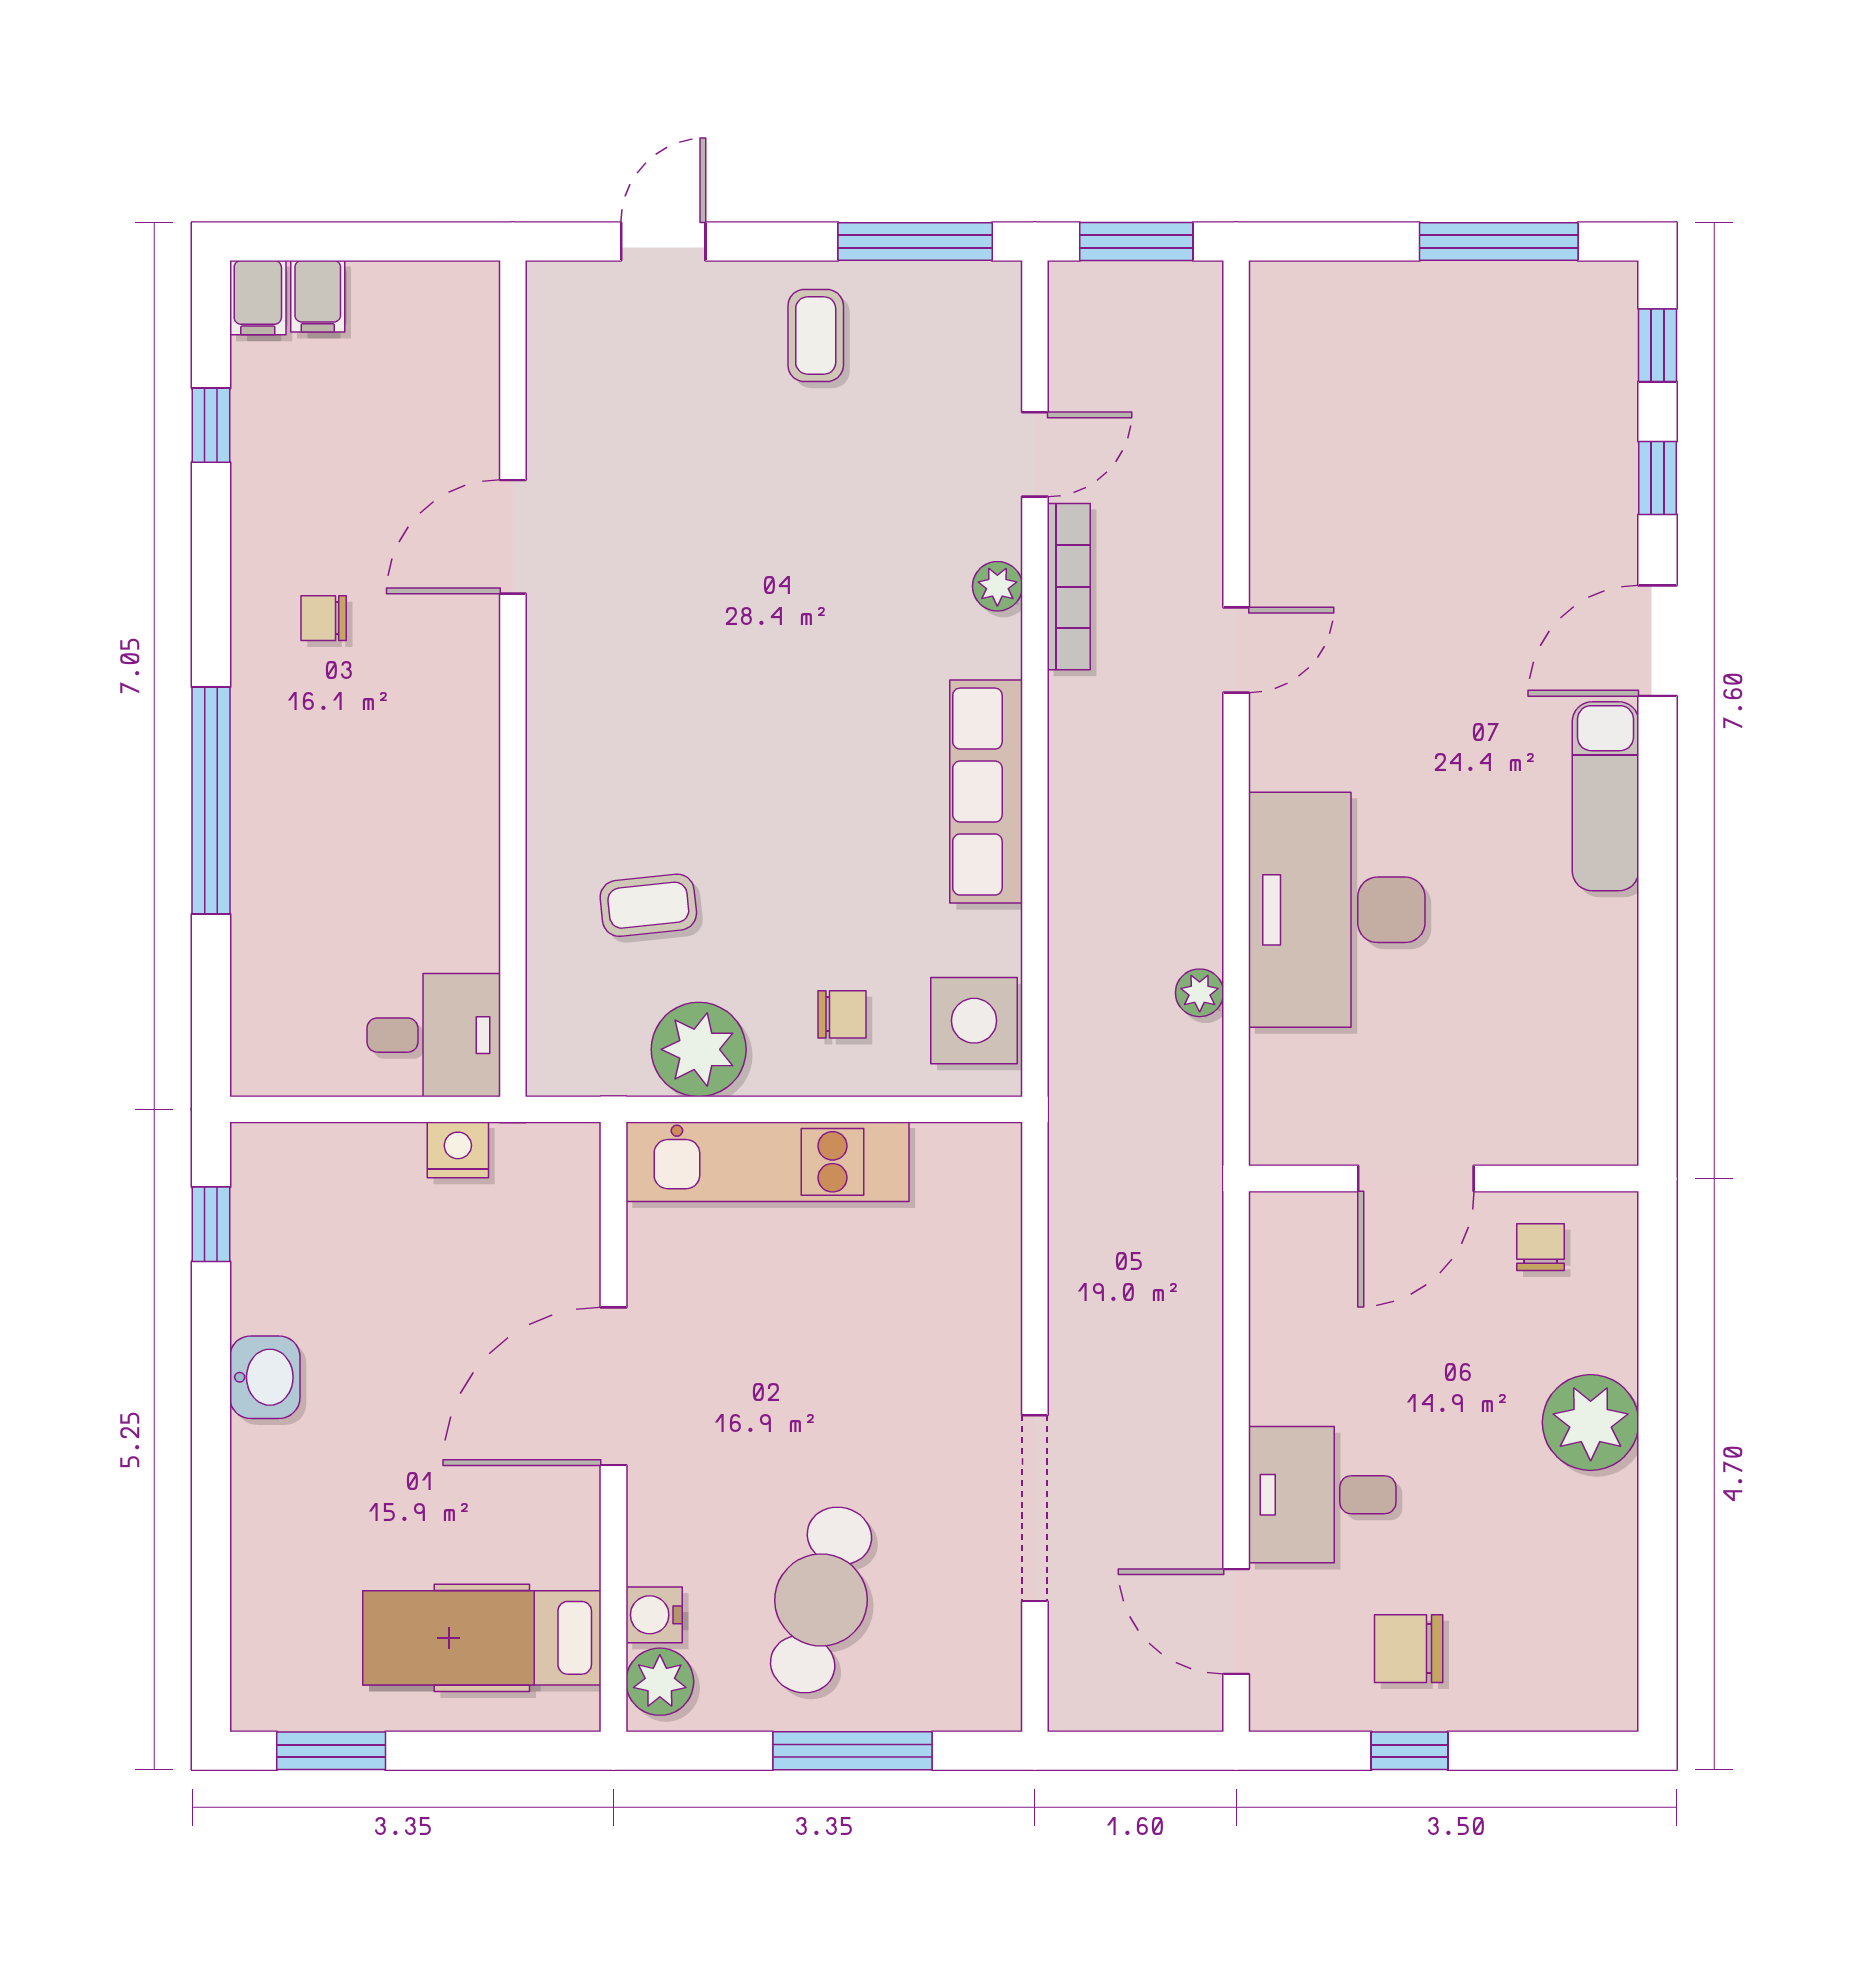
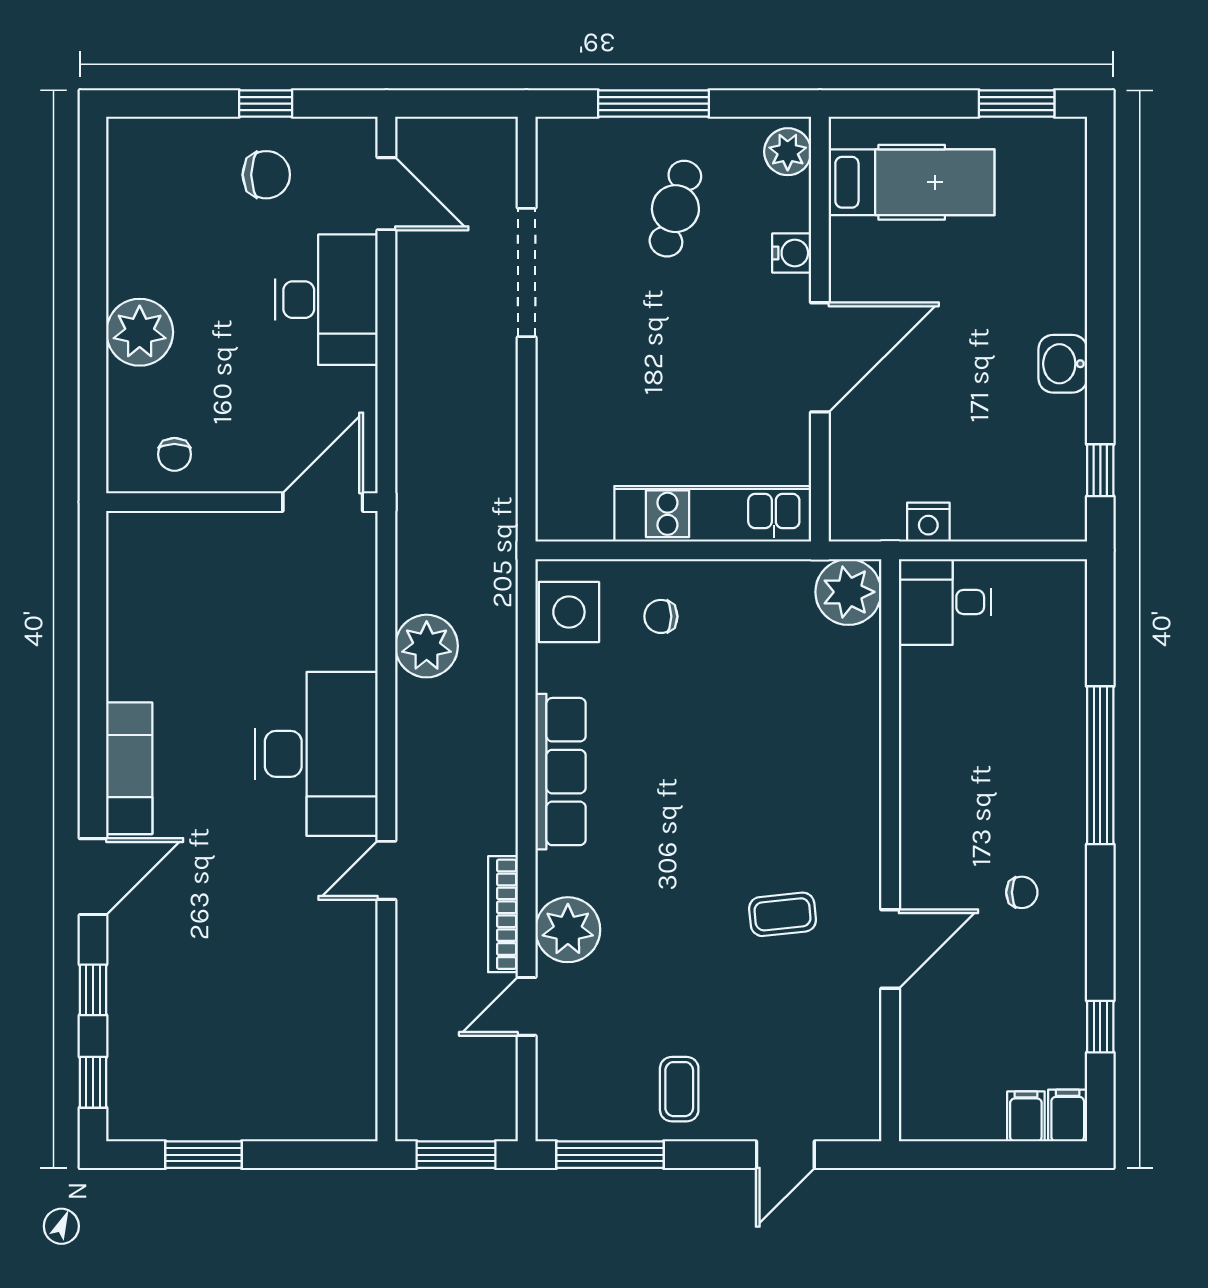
window: (1499, 241) -> (204, 1155), width x0.69
plant: (997, 586) -> (568, 930), width x1.88, depth x1.88
coffee table: (648, 905) -> (783, 914), moved
desk: (1337, 910) -> (316, 754), moved
plant: (1200, 993) -> (427, 646), width x1.87, depth x1.87
plant: (699, 1049) -> (848, 592), moved
door: (1416, 1179) -> (323, 502), moved
desk: (1322, 1495) -> (326, 300), width x1.37
cafe table: (821, 1600) -> (675, 209), width x0.73, depth x0.74
water cooler: (654, 1615) -> (792, 253), moved

